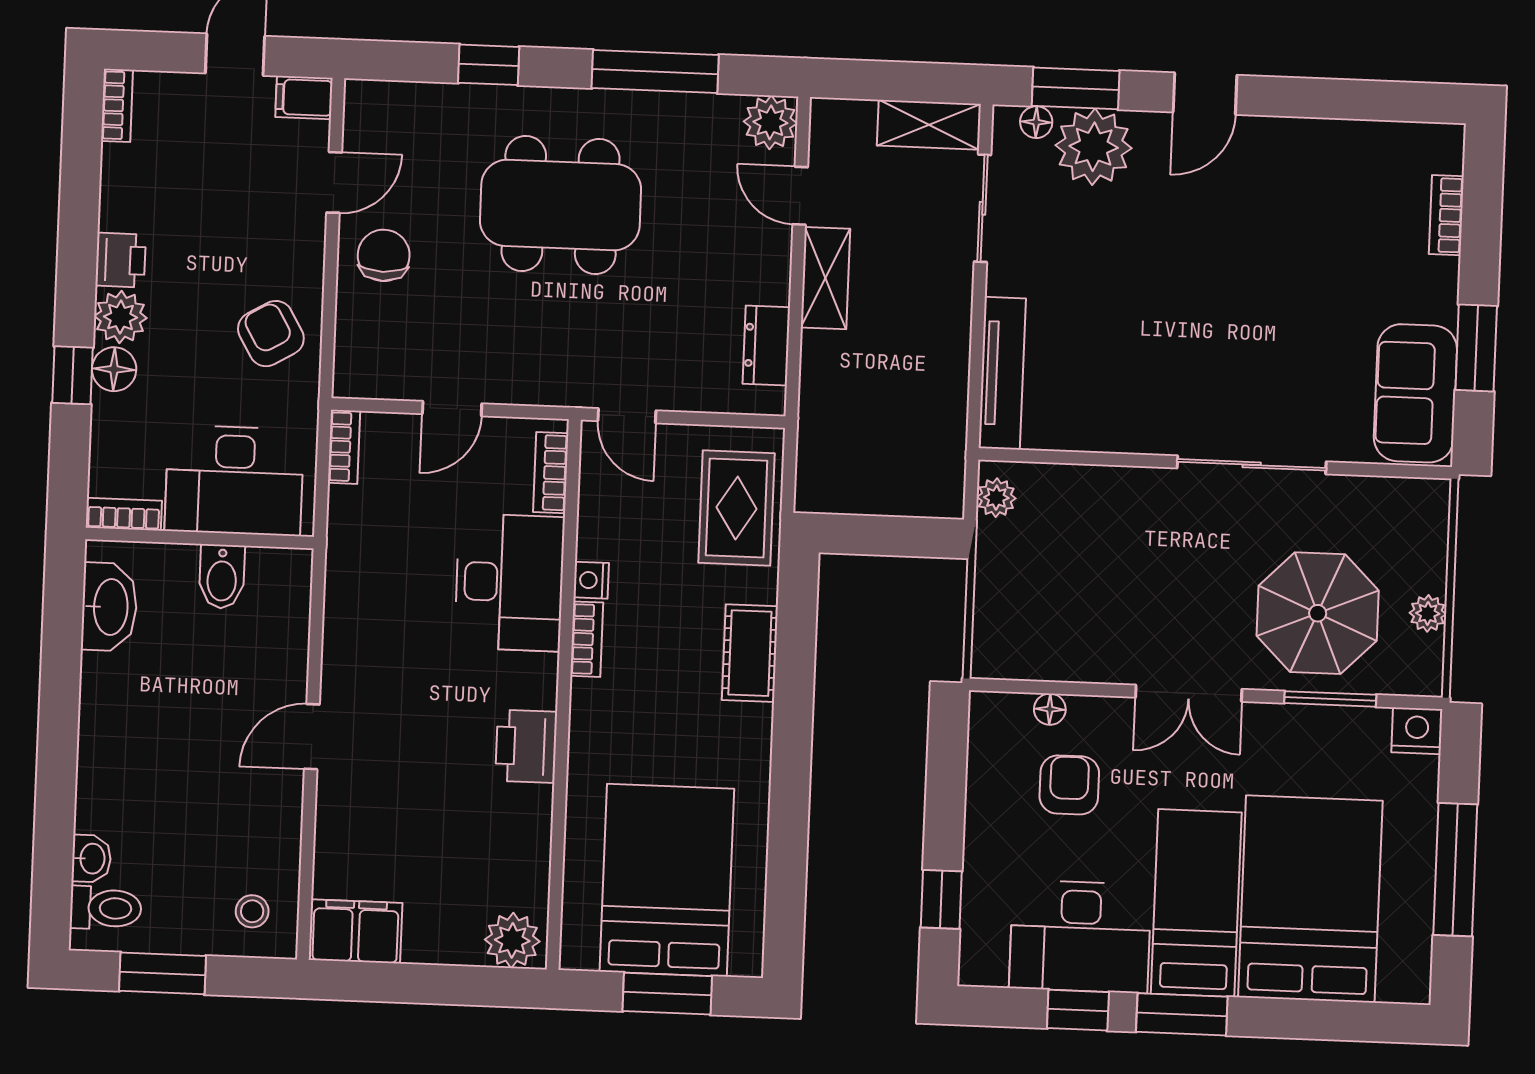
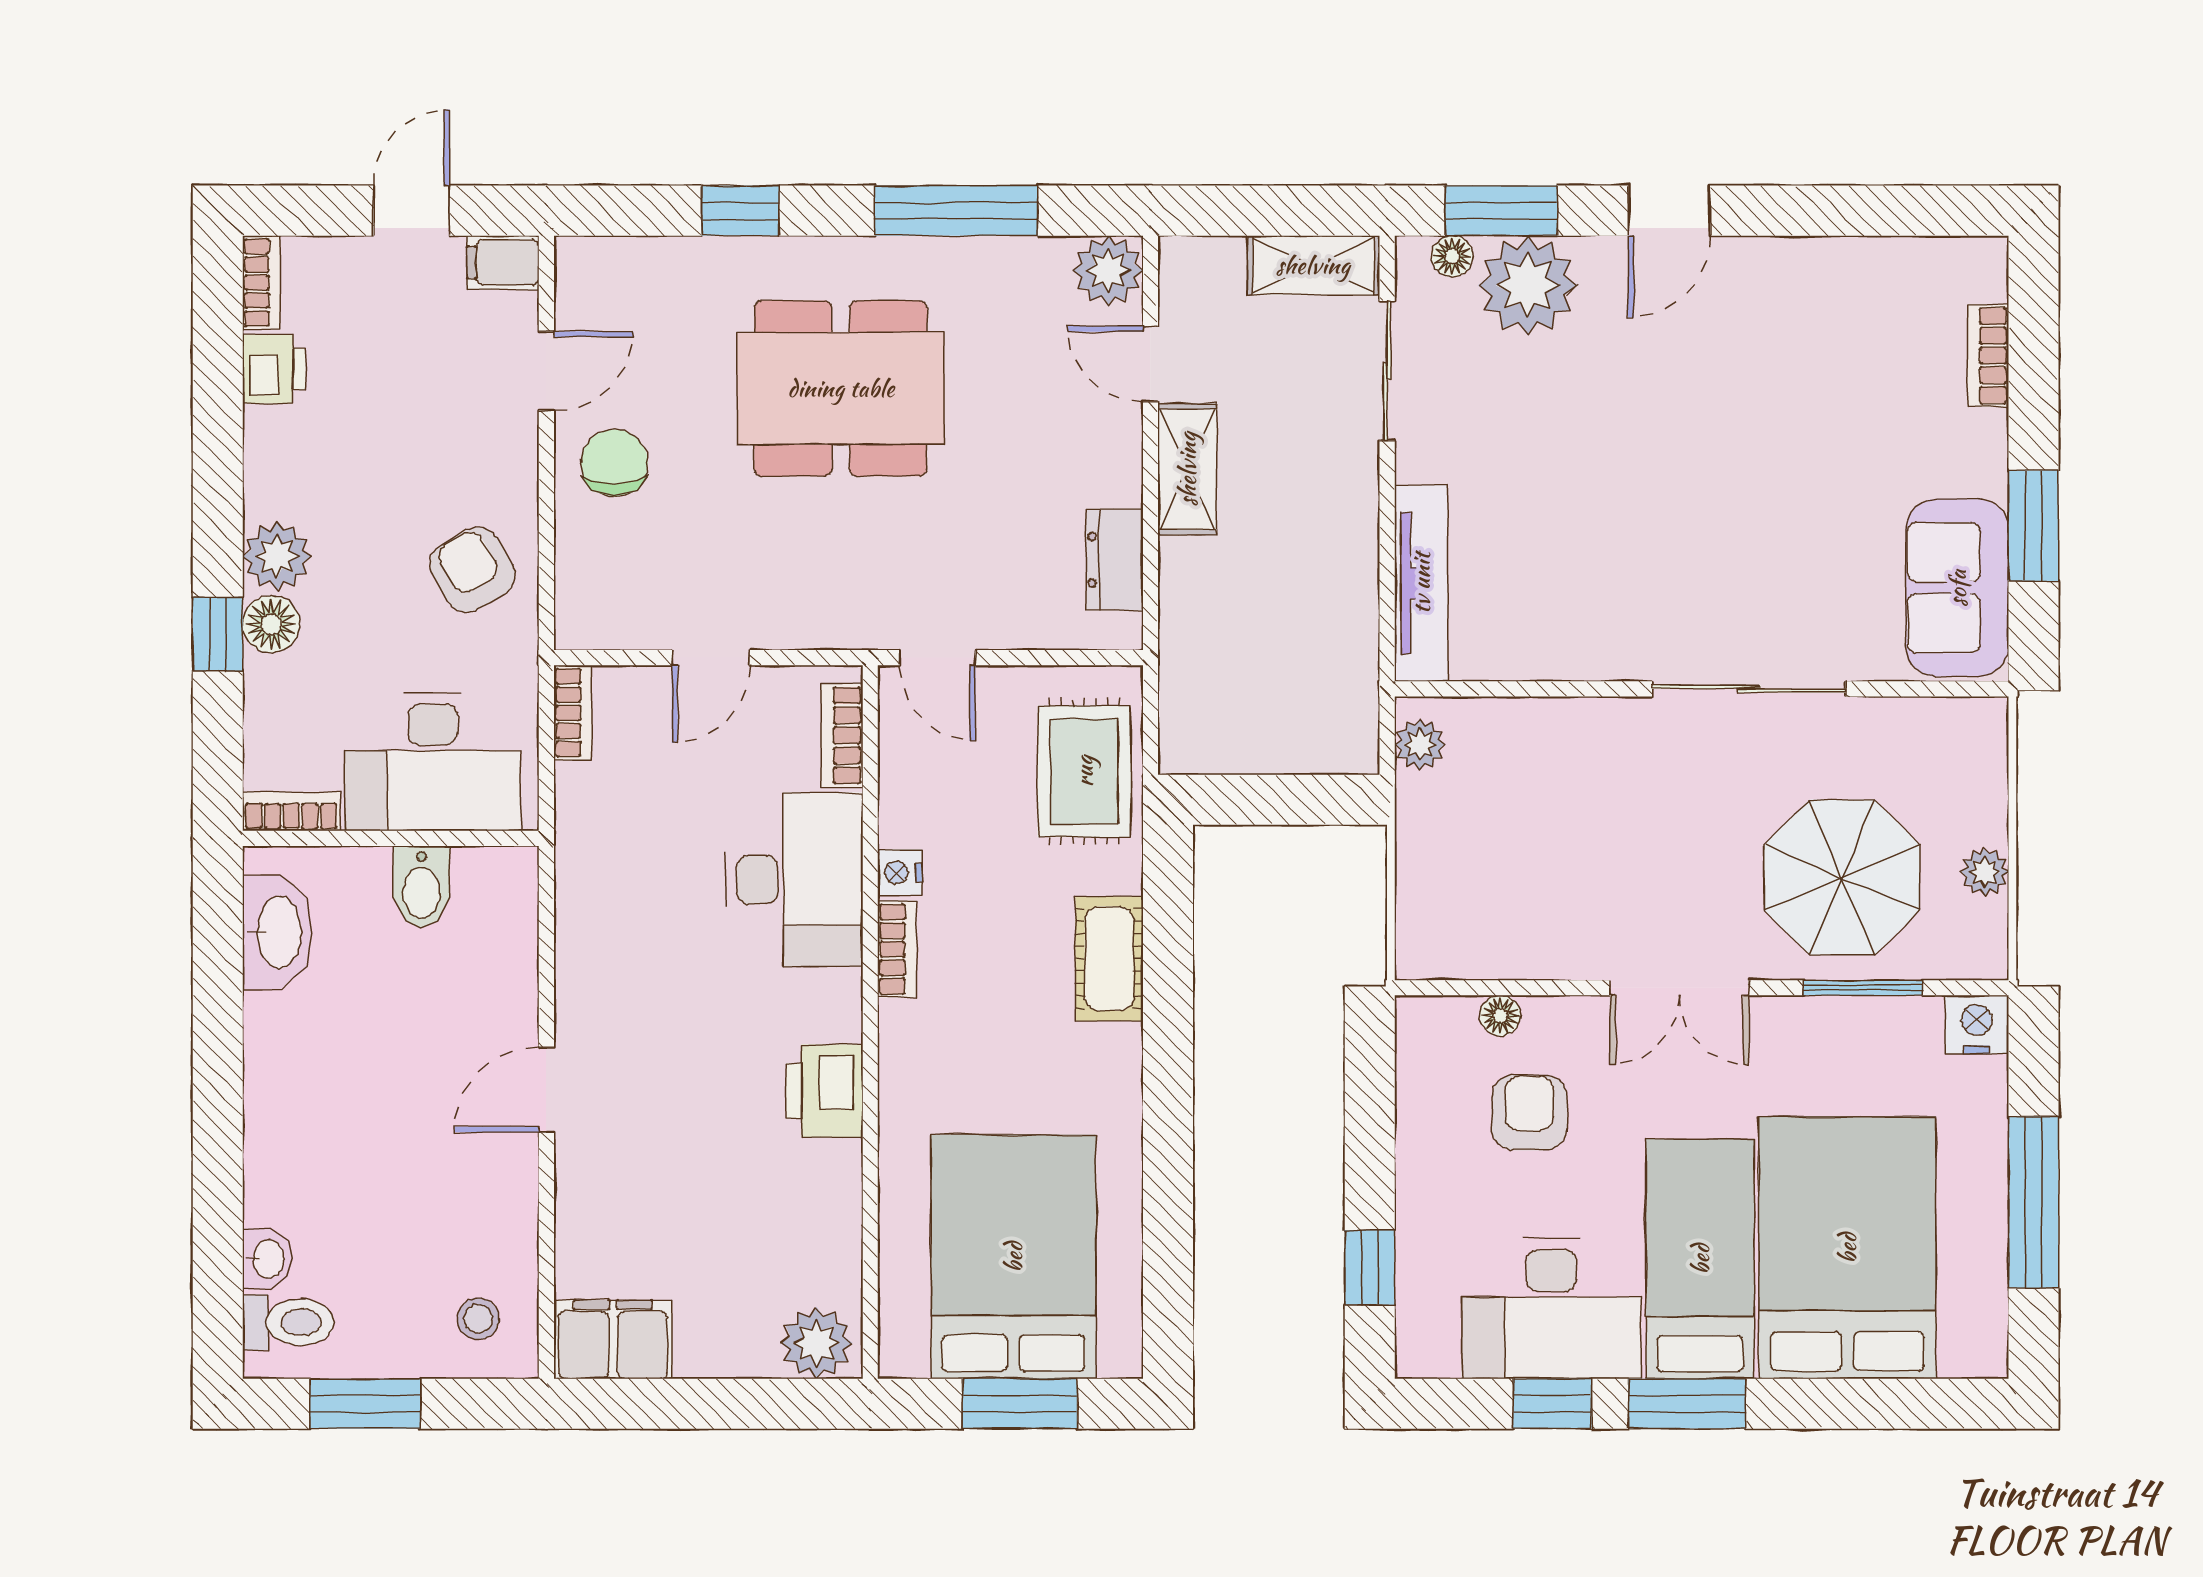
printer: (121, 260) -> (274, 369), moved

